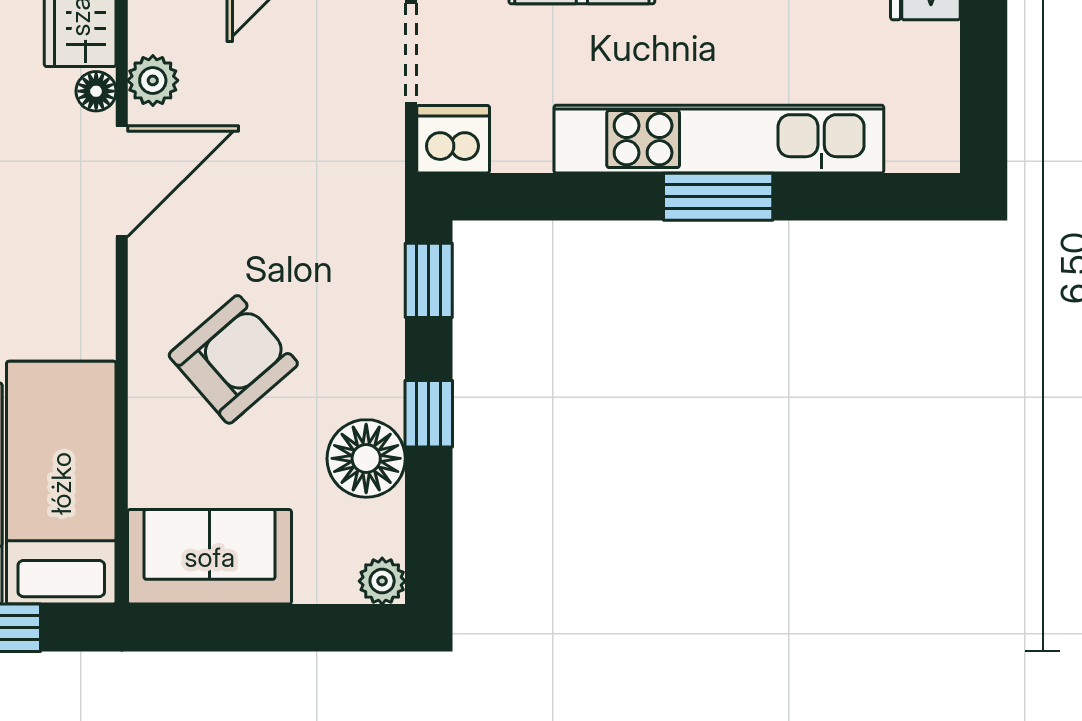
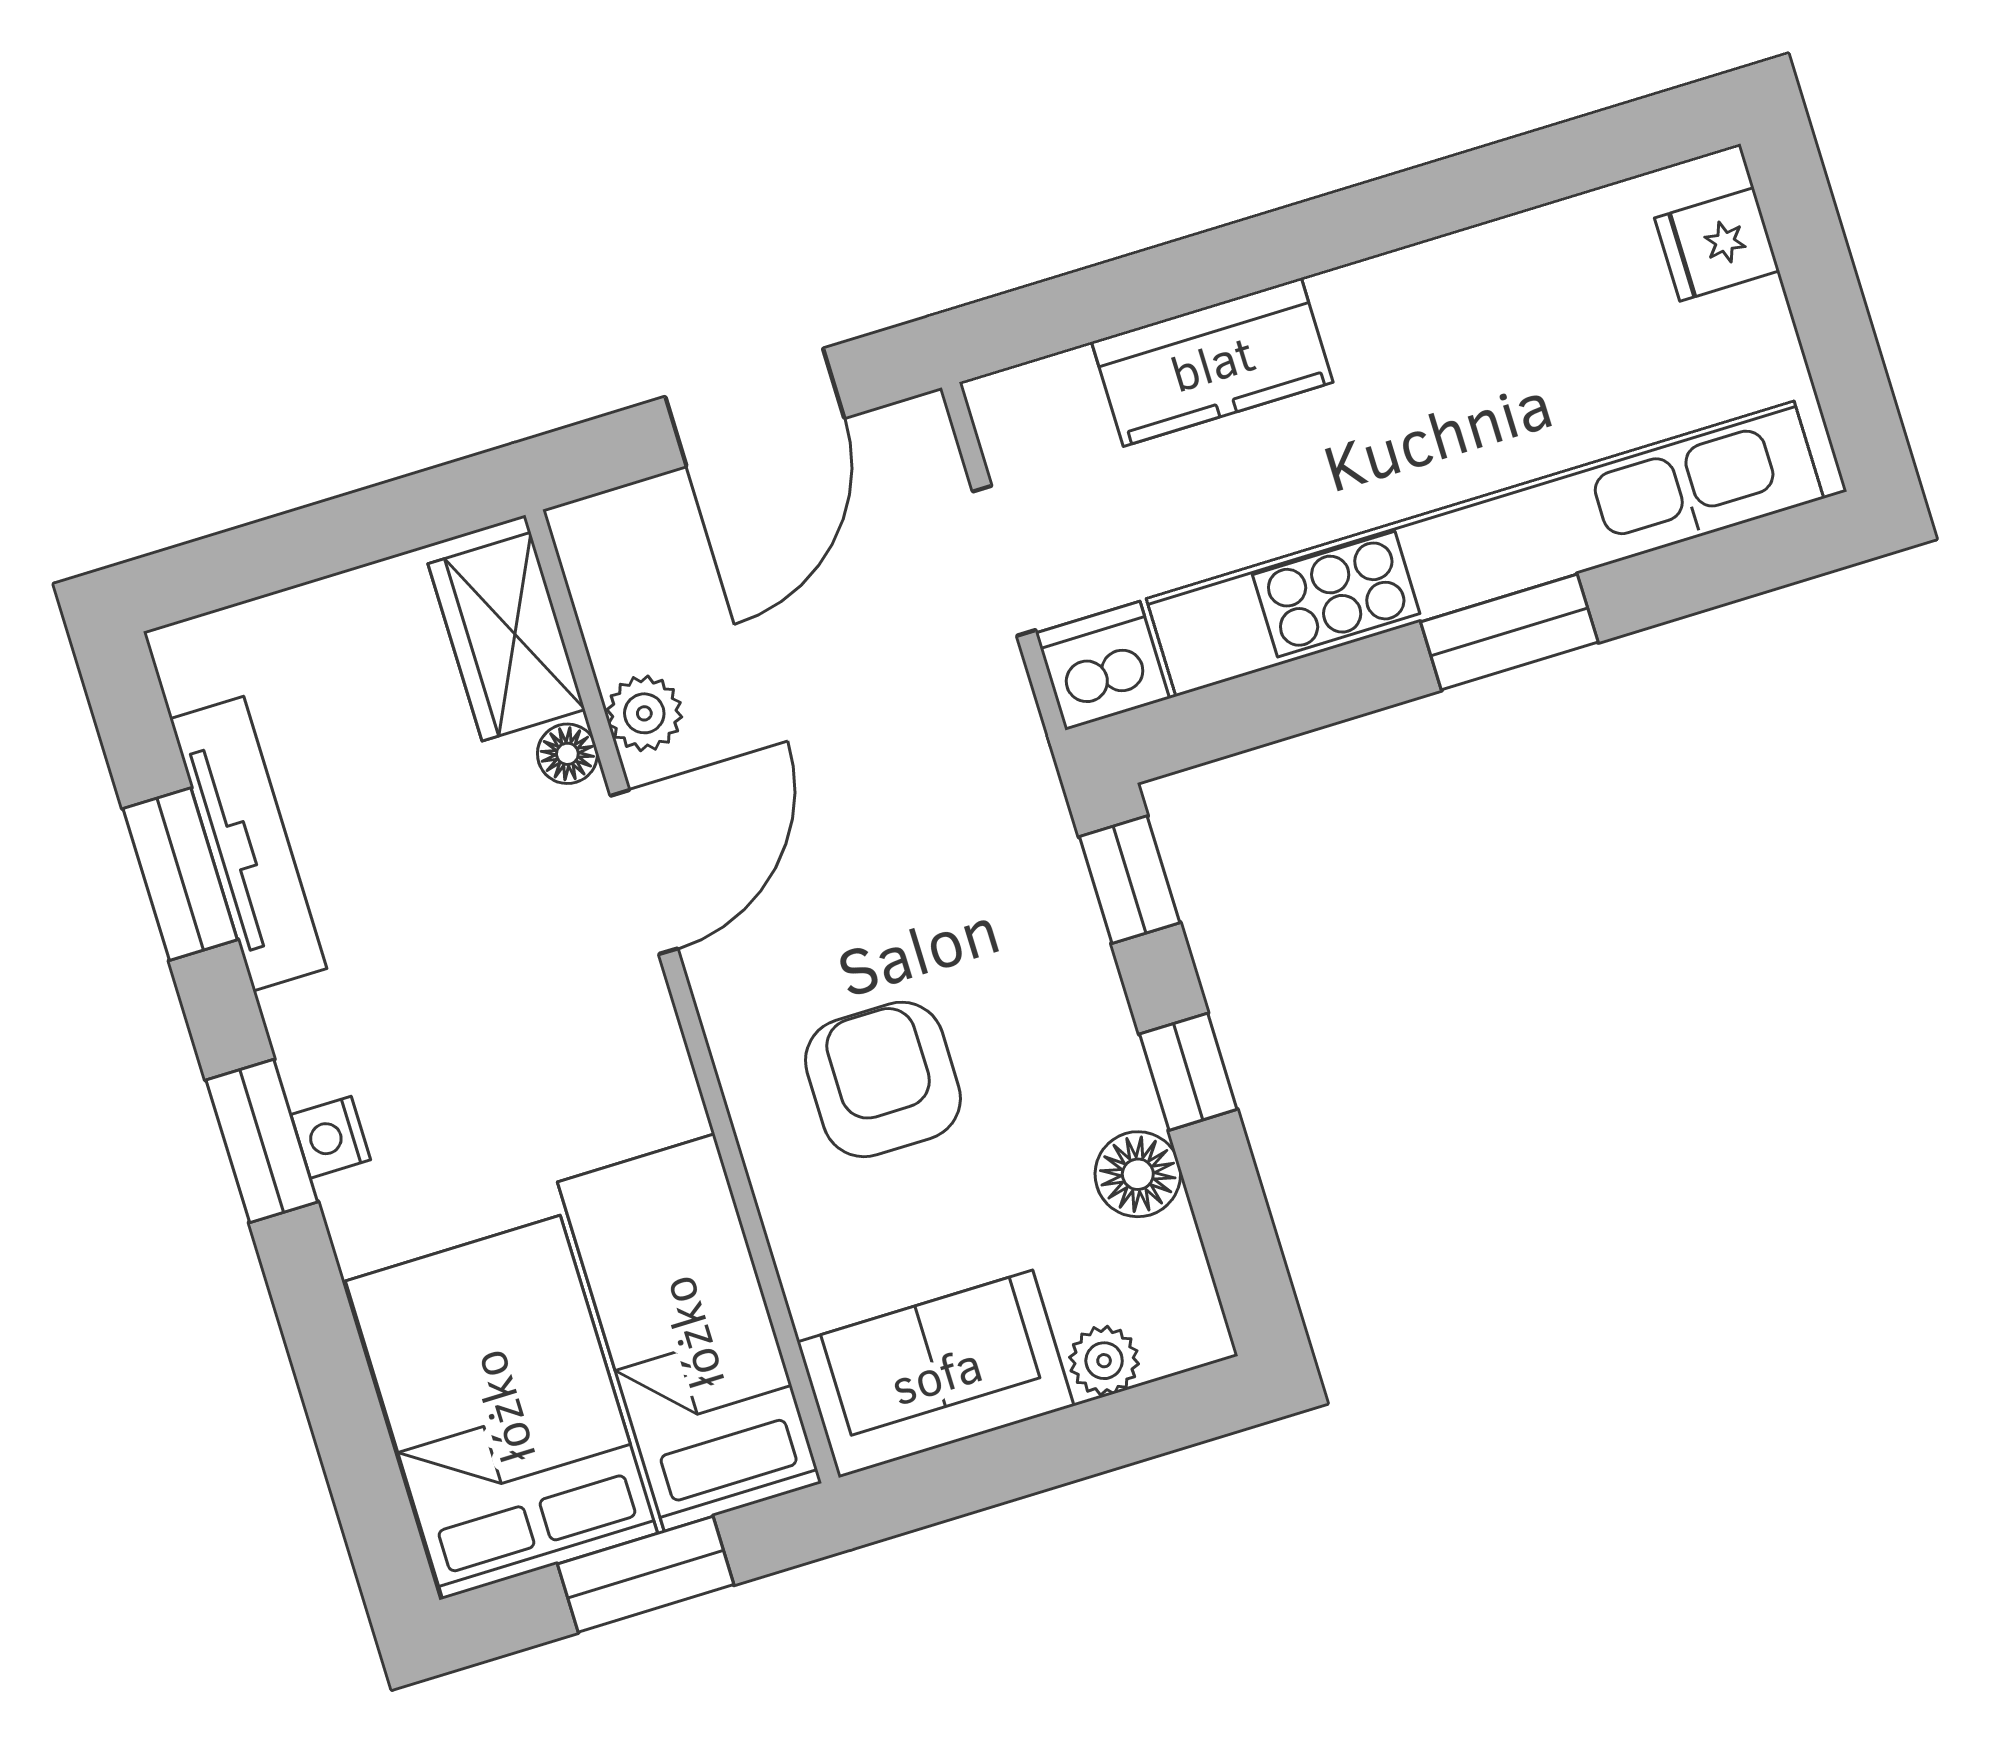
kitchen unit: (719, 139) -> (1485, 549), width x1.36
armchair: (233, 359) -> (883, 1079), turned -49
floor lamp: (366, 458) -> (1138, 1174), width x0.73, depth x0.73
plant: (382, 581) -> (1104, 1361), moved

